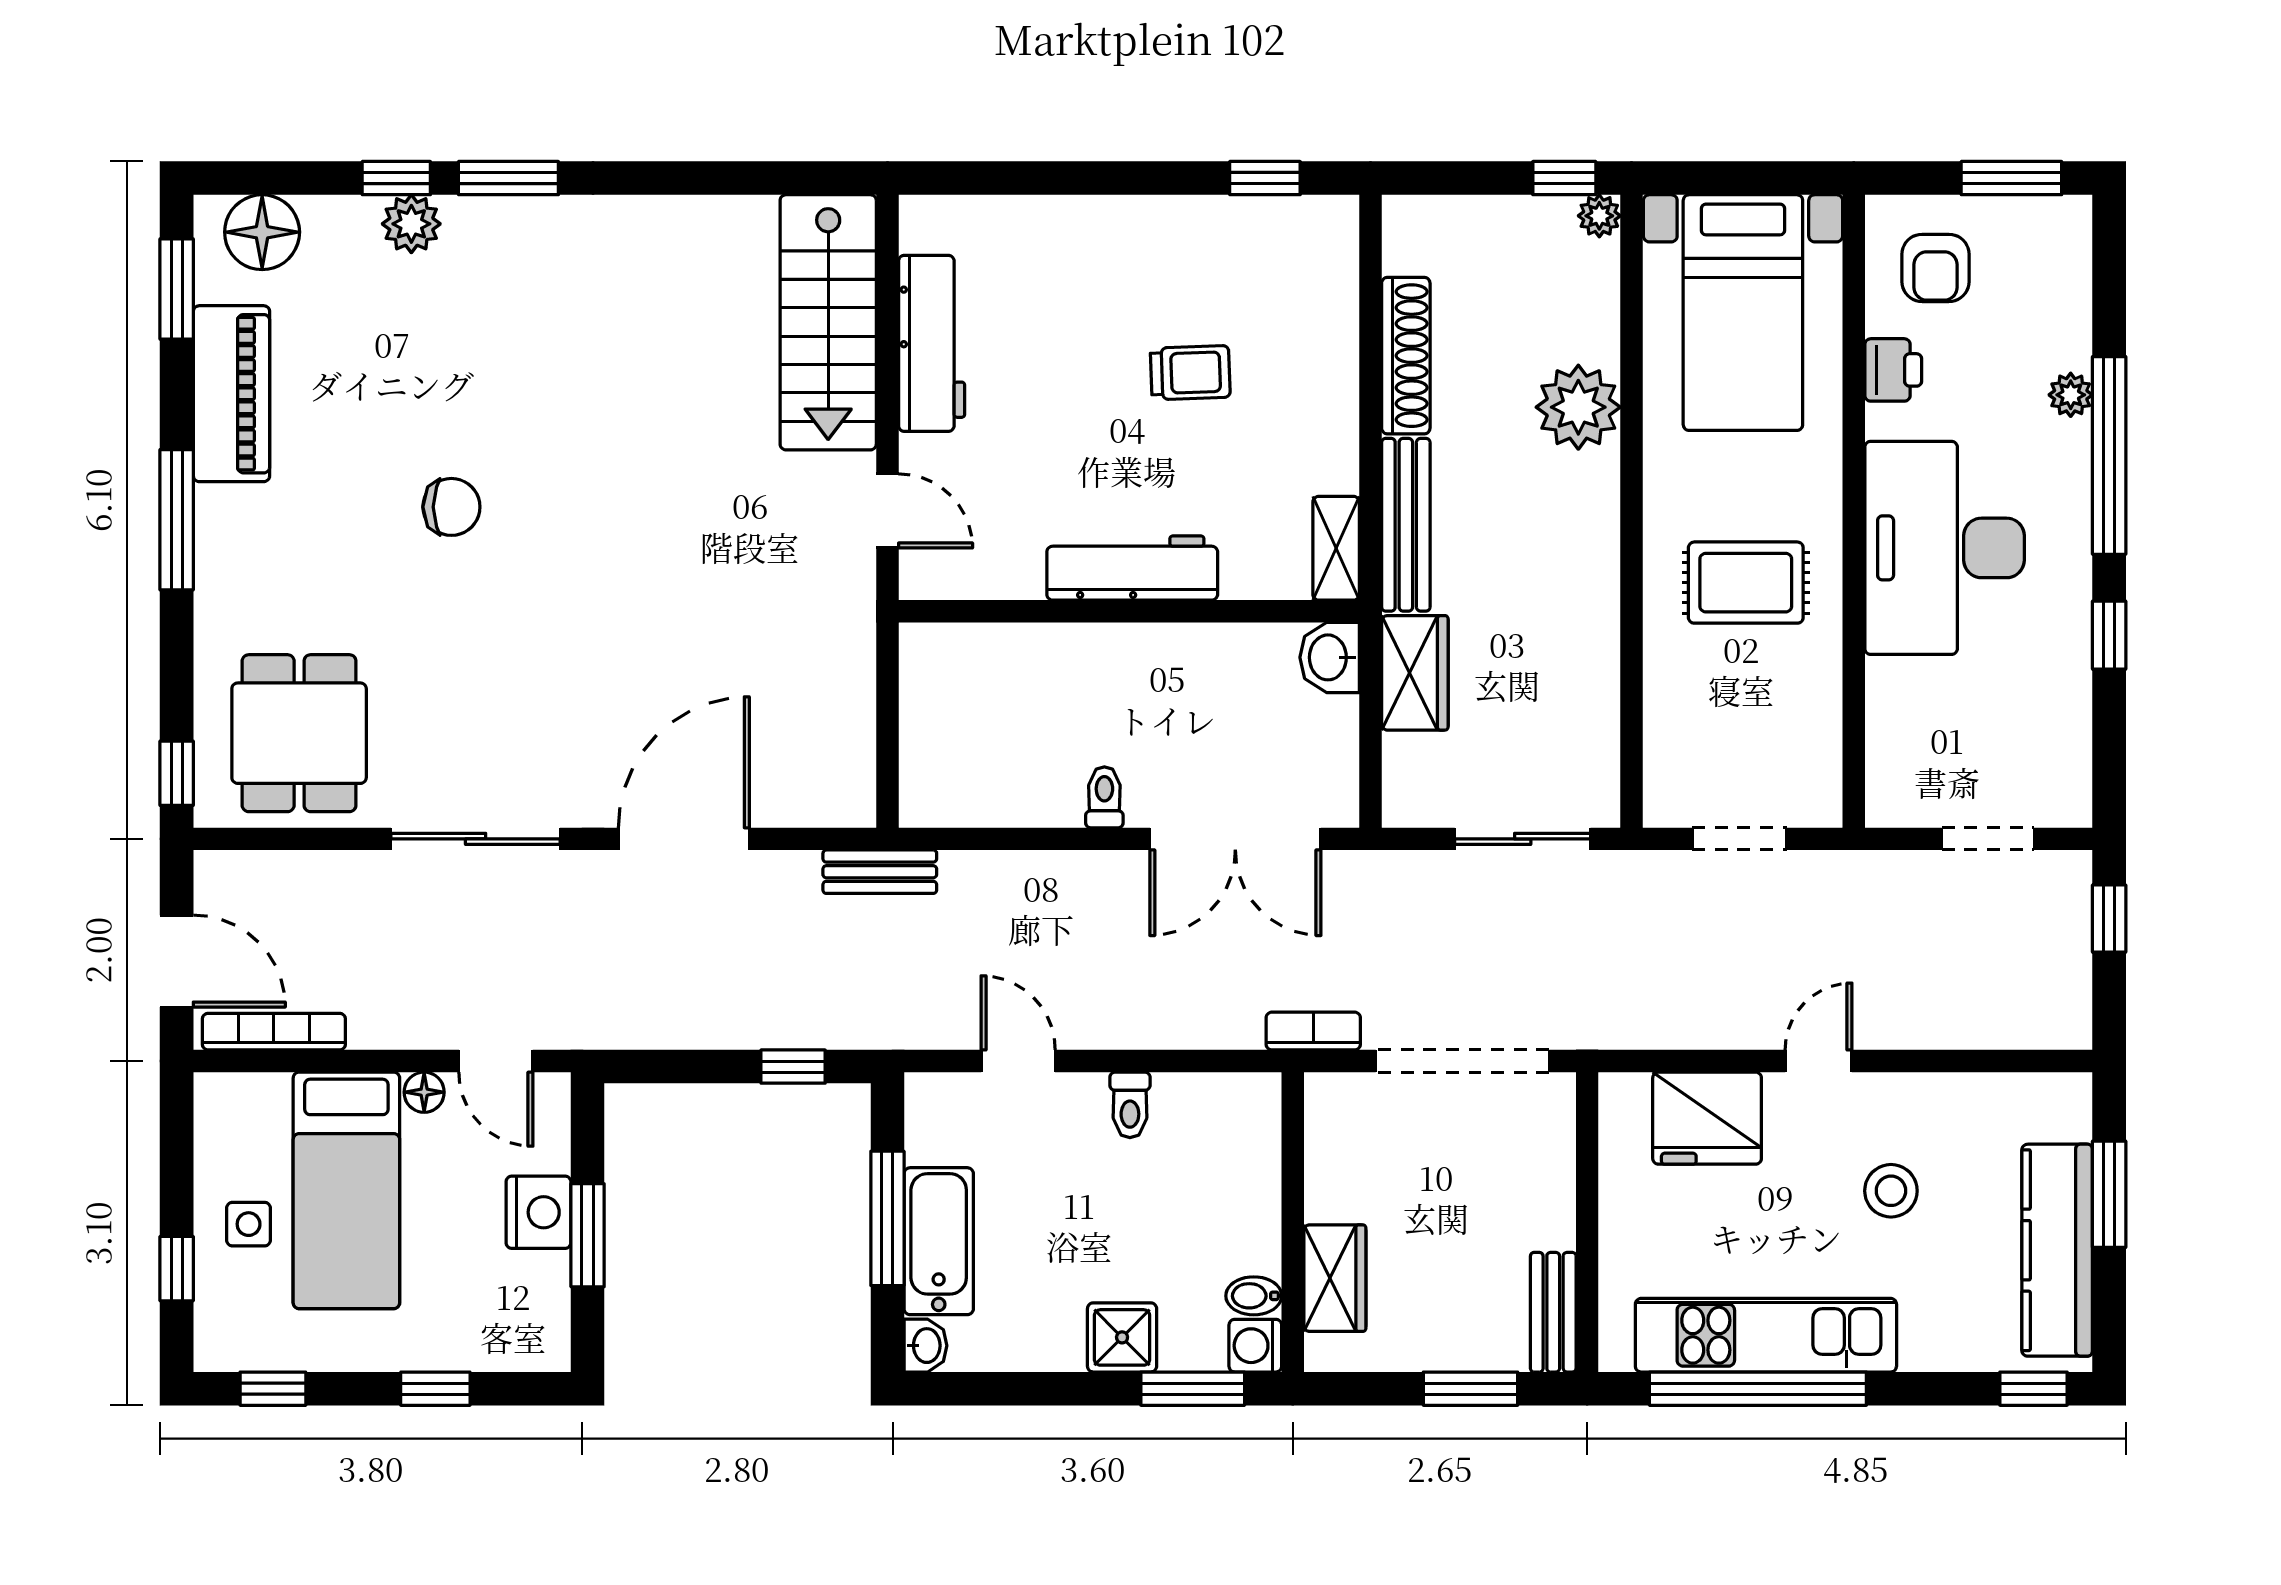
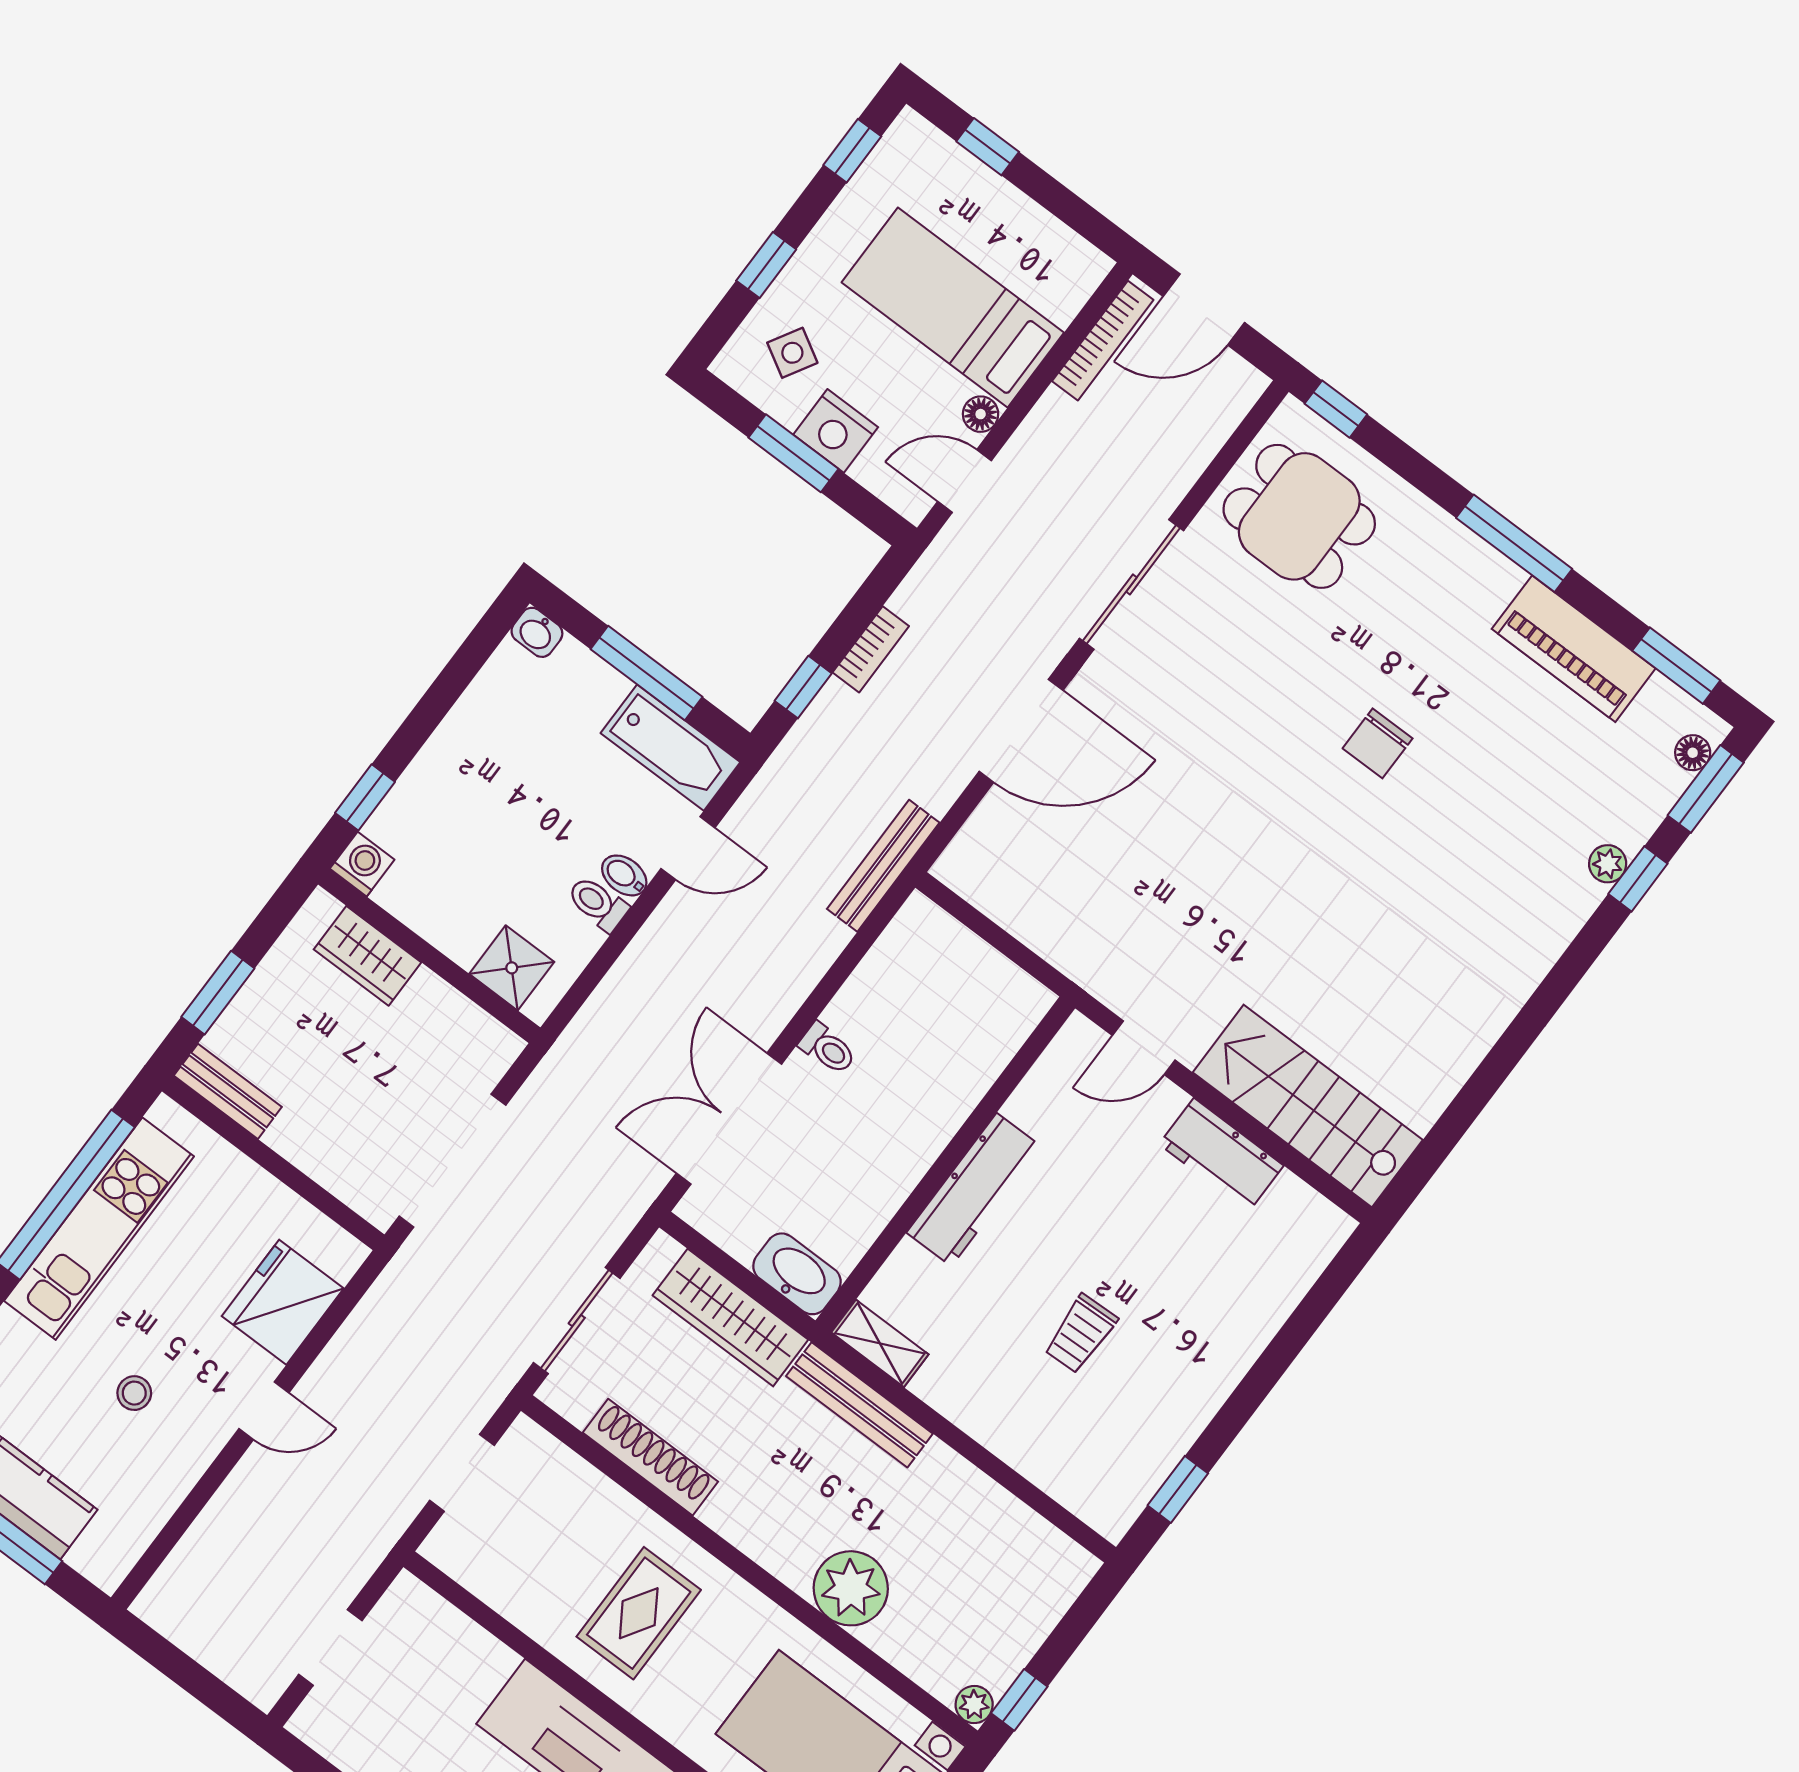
window: (508, 178) -> (1706, 789), moved
plant: (411, 224) -> (1608, 864), width x0.73, depth x0.73
floor lamp: (262, 232) -> (1693, 753), width x0.53, depth x0.53
workbench: (932, 343) -> (1221, 1155), width x0.73
shoe rack: (1406, 356) -> (650, 1457), moved, turned 180
washbasin: (1330, 657) -> (797, 1274), width x1.38
wardrobe: (1415, 673) -> (730, 1318), width x1.50
door: (684, 839) -> (1021, 731), hinge flipped
bench: (880, 872) -> (883, 866), width x1.36
window: (2109, 919) -> (210, 1691), removed
bookcase: (1313, 1031) -> (871, 649), moved
door: (1818, 1061) -> (264, 1411), hinge flipped
stool: (1891, 1191) -> (134, 1393), width x0.73, depth x0.73
side table: (249, 1224) -> (792, 353), moved, turned 30
bathtub: (939, 1241) -> (670, 748), moved
bidet: (1254, 1296) -> (624, 875), moved, turned -90
shower: (1122, 1337) -> (512, 968), moved
window: (1193, 1389) -> (365, 797), width x0.67

